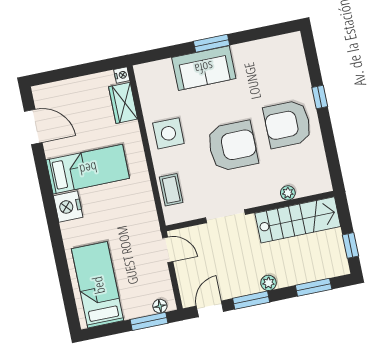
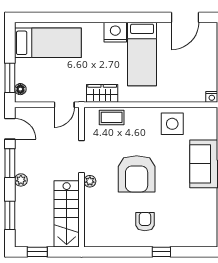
wardrobe: (123, 103) -> (102, 93), moved
armchair: (288, 124) -> (145, 222), width x0.53, depth x0.53
side table: (168, 133) -> (172, 124), moved
plant: (288, 193) -> (90, 181), moved

